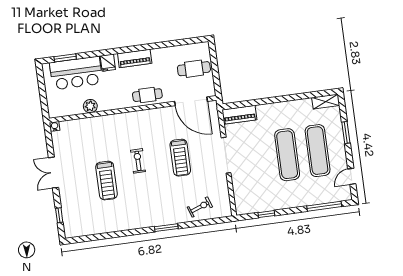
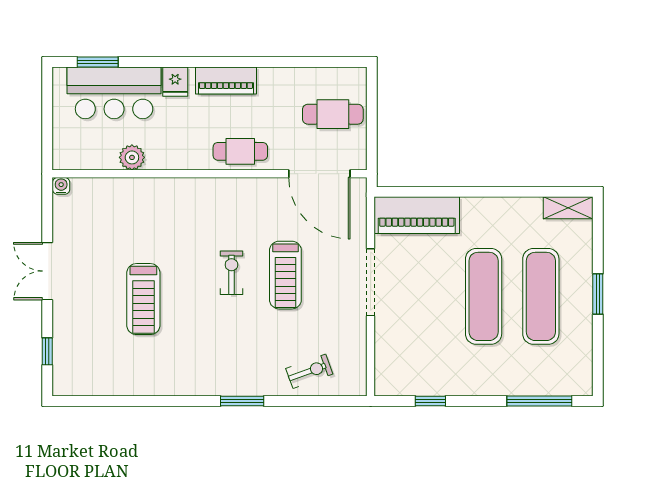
piano: (239, 115) -> (417, 215), width x1.37, depth x1.33
window: (346, 132) -> (598, 294), moved
exercise bike: (138, 161) -> (231, 273), moved
door: (352, 176) -> (598, 353), removed

